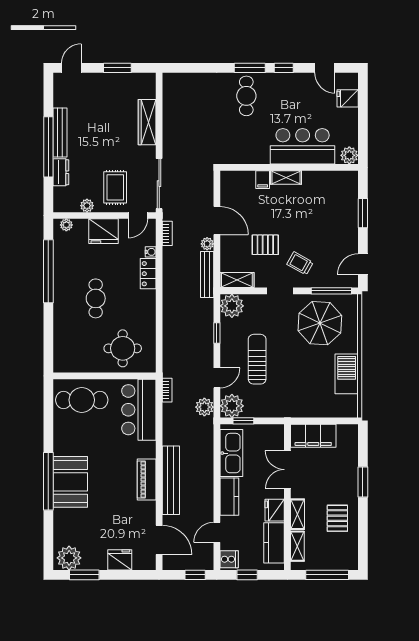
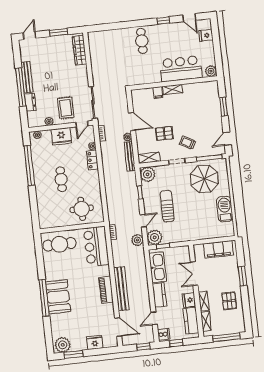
window: (250, 68) -> (142, 23), removed
wardrobe: (147, 122) -> (79, 50), moved
filing cabinet: (313, 436) -> (218, 249), moved

